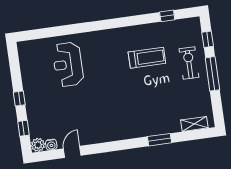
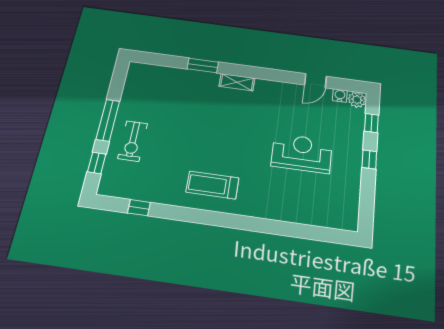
treadmill: (147, 58) -> (212, 185), moved
reception desk: (68, 64) -> (302, 153), moved, turned -90
shelving: (194, 124) -> (237, 82), moved

